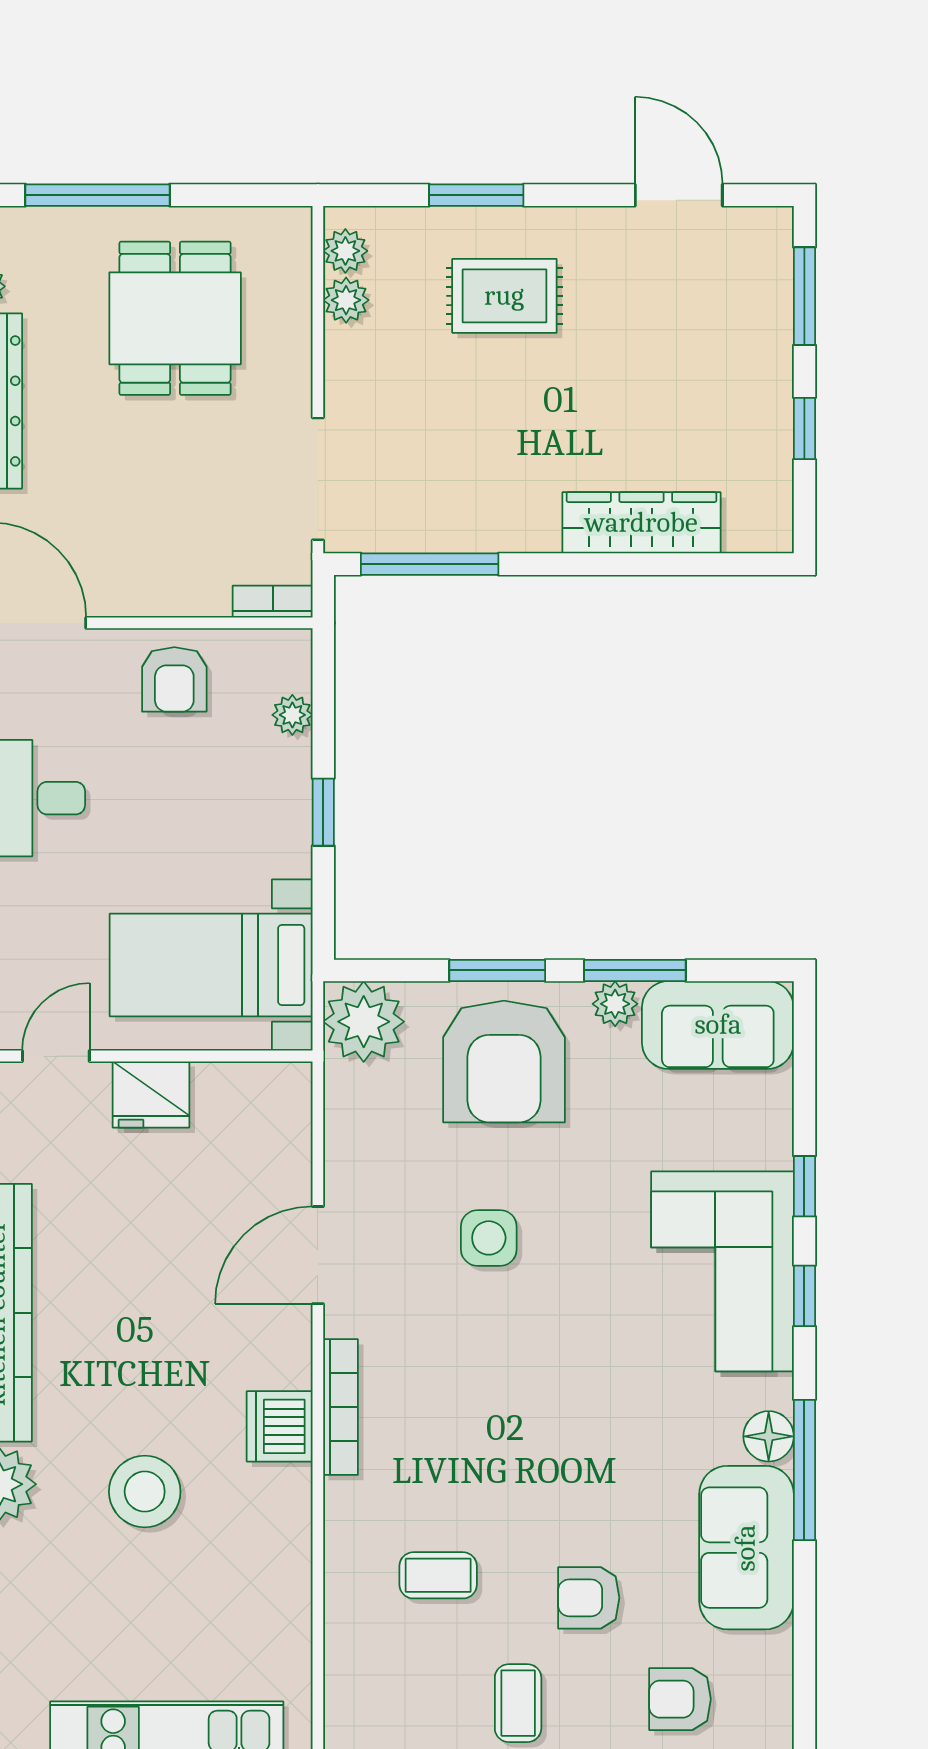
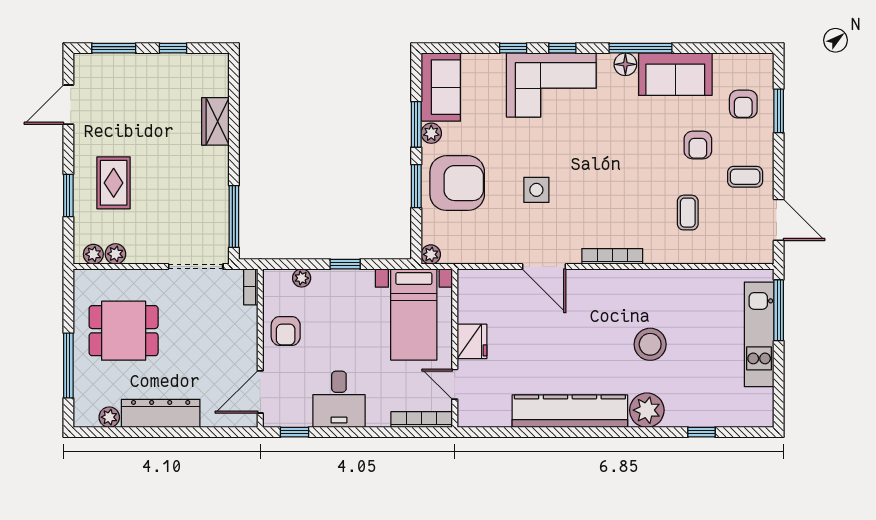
wardrobe: (641, 523) -> (215, 121), width x0.67
armchair: (174, 679) -> (286, 331), turned 90
plant: (364, 1022) -> (431, 254), width x0.53, depth x0.53
dishwasher: (280, 1426) -> (621, 284), removed

